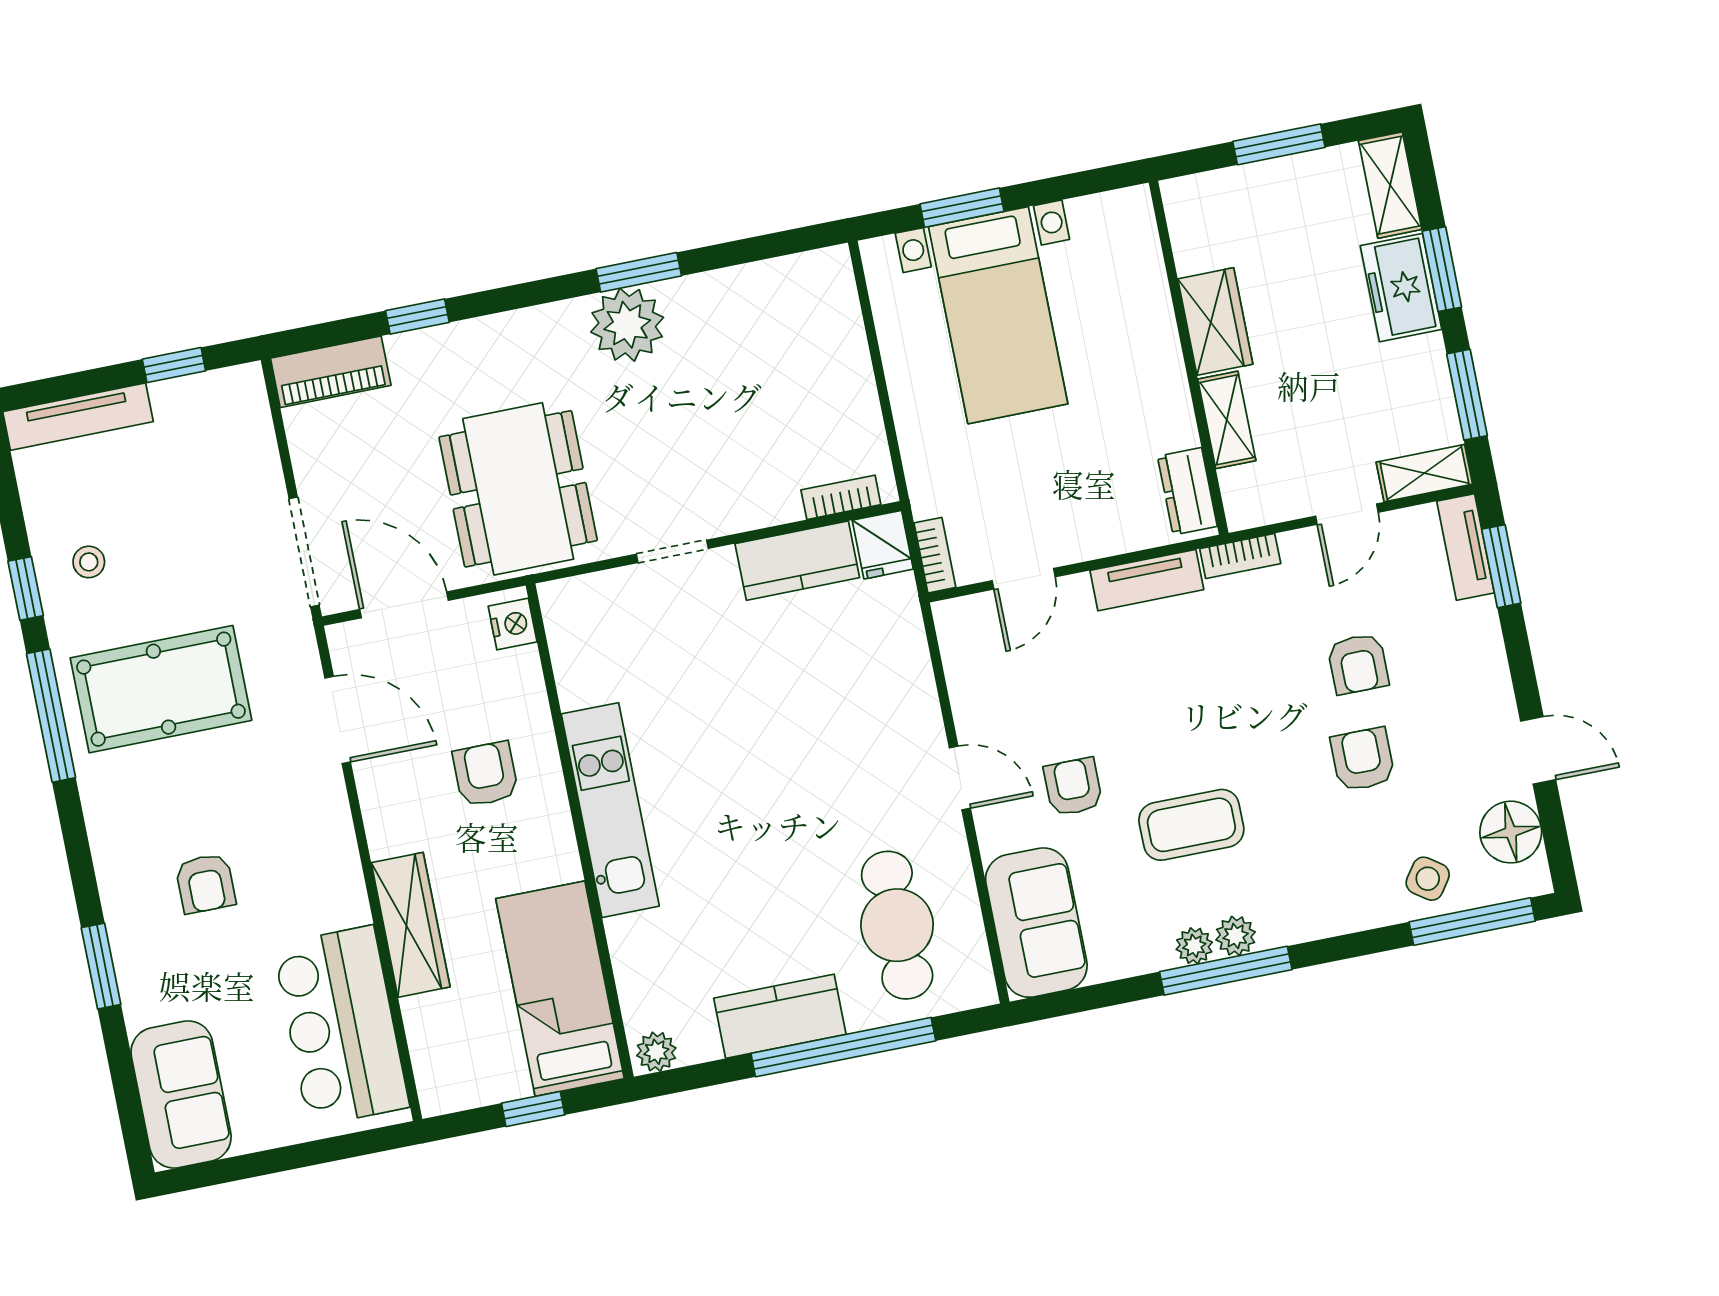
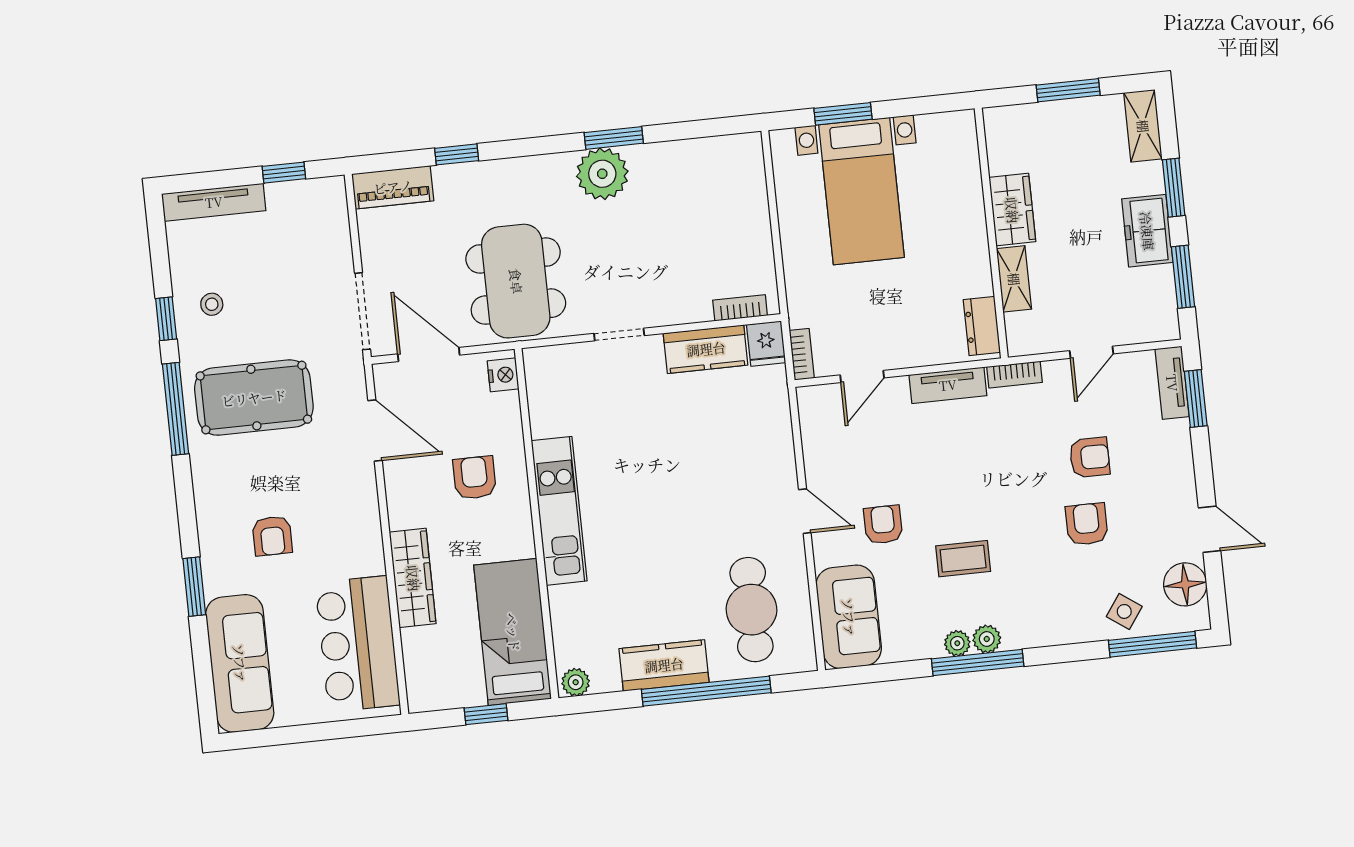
freezer: (1401, 288) -> (1147, 231), moved
shelving: (1424, 473) -> (1148, 329), removed
armchair: (1358, 664) -> (1090, 457), turned -90
coffee table: (1191, 825) -> (963, 559), width x0.73, depth x0.77
sofa: (181, 1095) -> (240, 663), width x1.36

